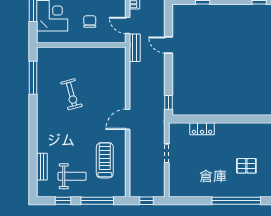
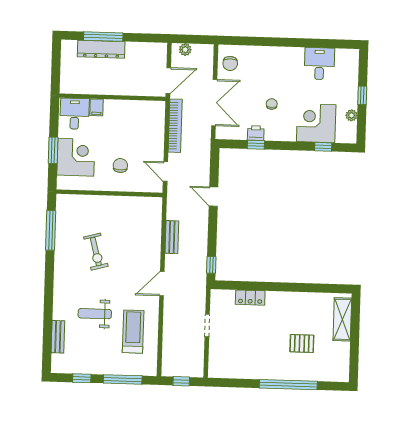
bench: (135, 48) -> (172, 237), moved
weight bench: (72, 176) -> (95, 314), moved, turned 180

